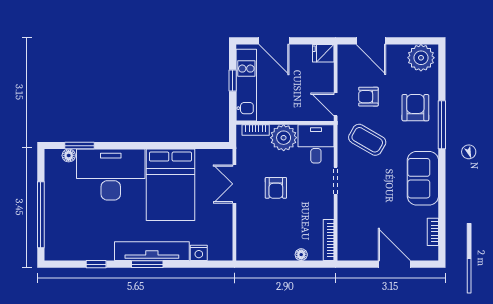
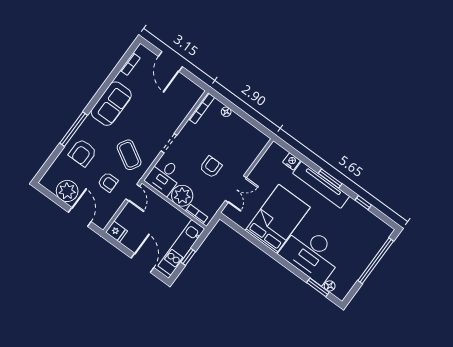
plant: (421, 58) -> (67, 191), moved

